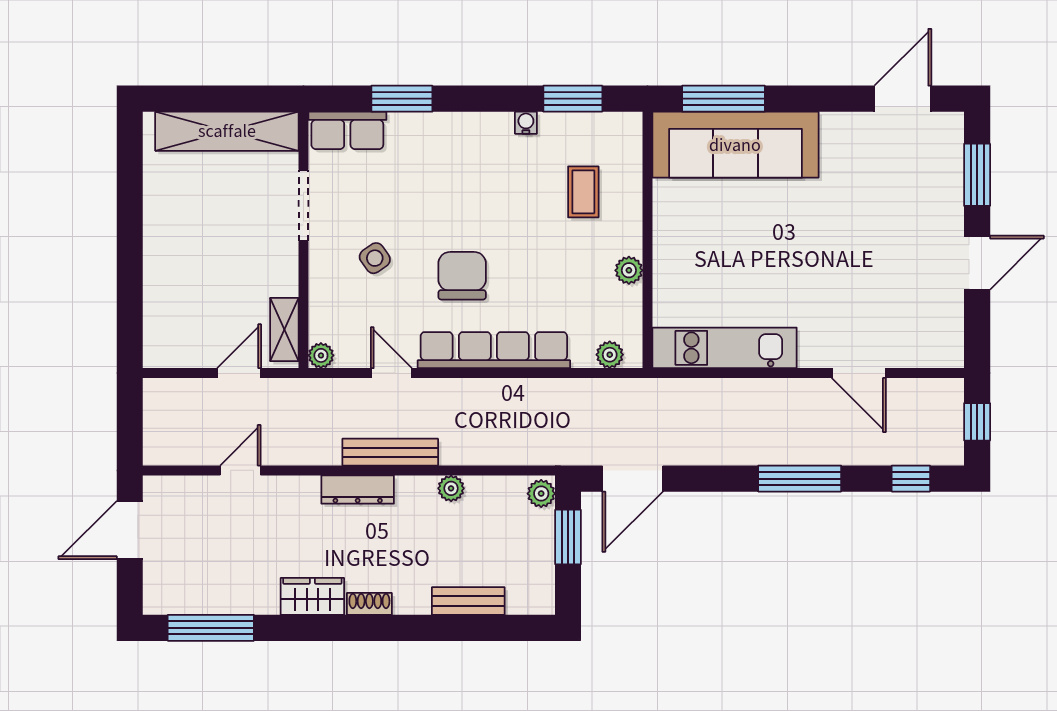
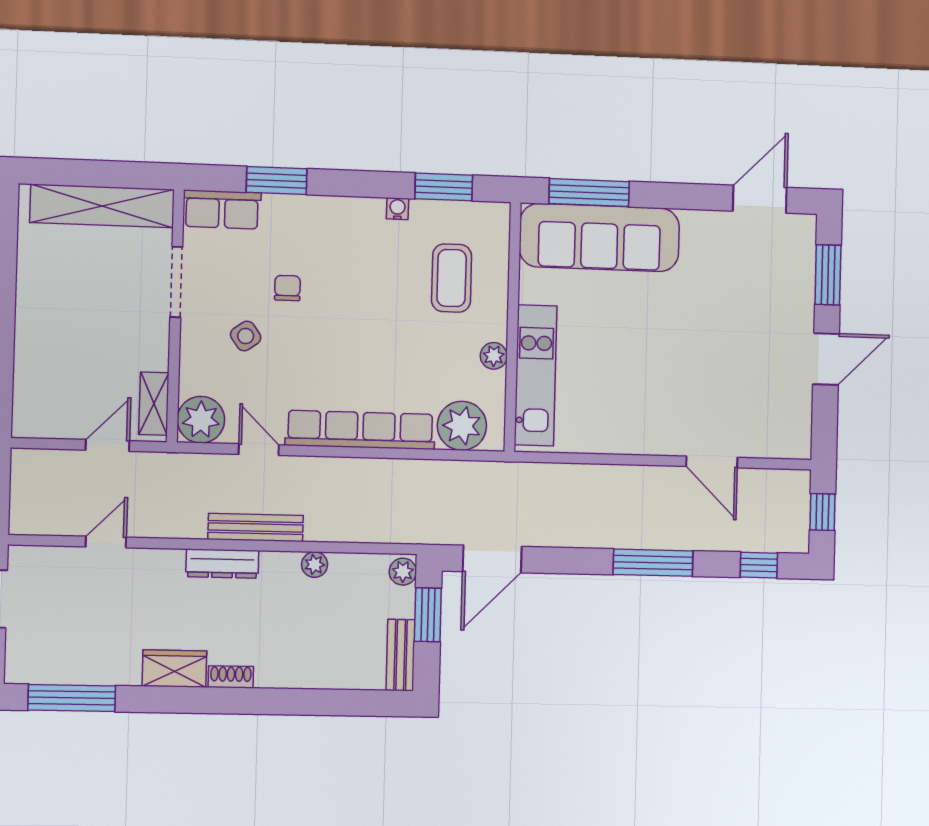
coffee table: (583, 192) -> (452, 278), width x1.36, depth x1.30
chair: (462, 276) -> (287, 288), moved, width x0.54, depth x0.54
kitchen unit: (725, 348) -> (536, 375), moved, turned 90
plant: (321, 355) -> (201, 420), width x1.88, depth x1.88
plant: (610, 355) -> (462, 426), width x1.87, depth x1.87
bench: (468, 601) -> (401, 655), moved, turned 90

